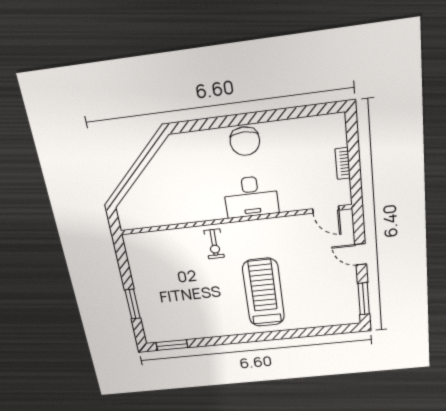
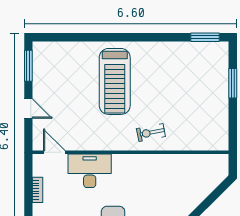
desk: (251, 197) -> (90, 171), moved
exercise bike: (214, 244) -> (151, 133), turned -101

